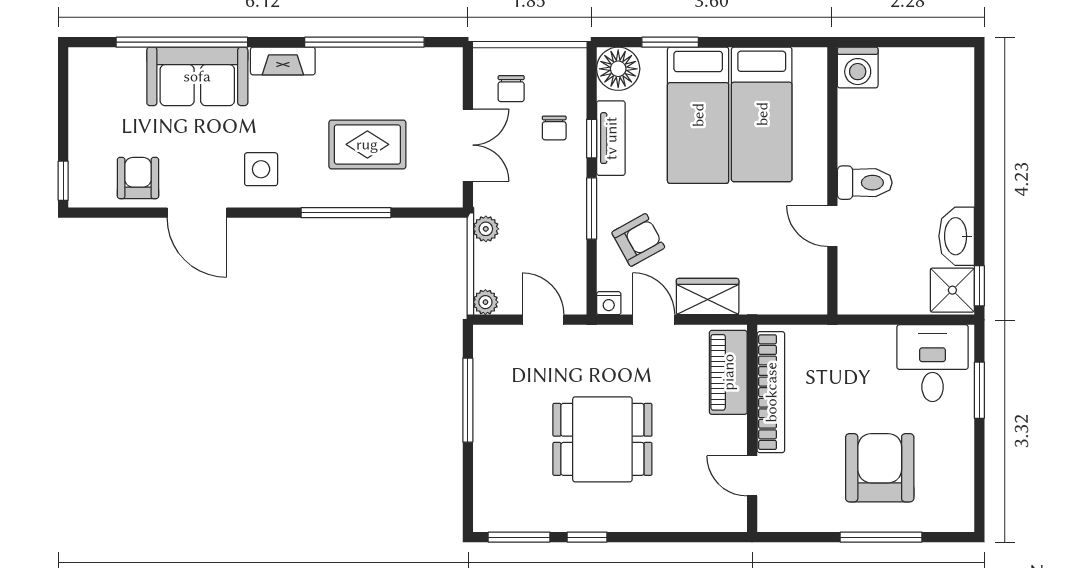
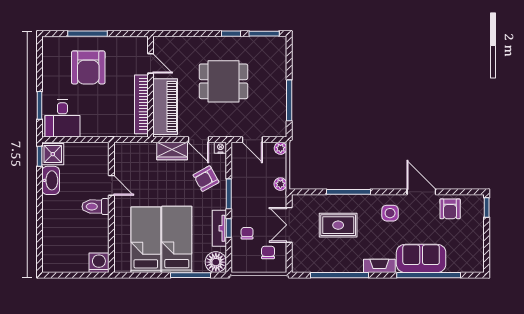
window: (670, 42) -> (190, 275), width x1.44
piano: (728, 372) -> (165, 107), width x1.37, depth x1.33

